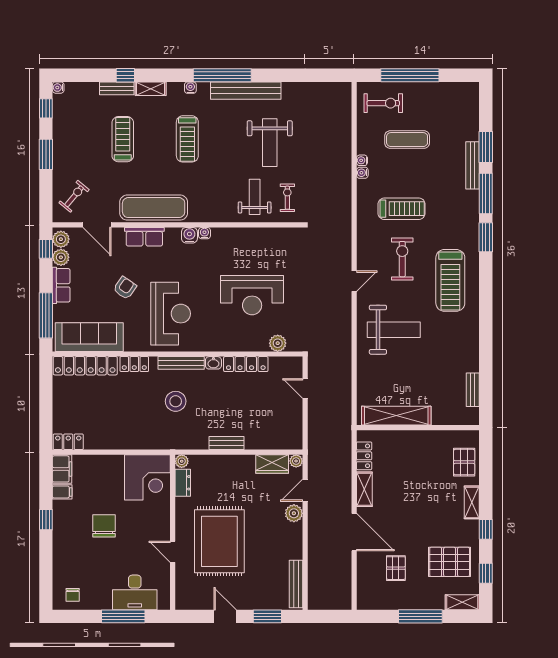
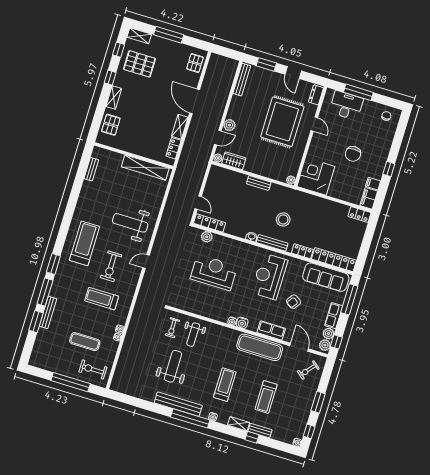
locker: (246, 364) -> (210, 223), moved
dresser: (183, 483) -> (316, 95), moved
pallet: (396, 568) -> (195, 63), moved

